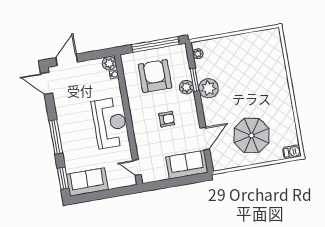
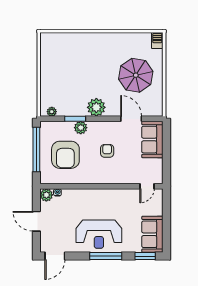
door: (67, 60) -> (36, 221), moved
armchair: (155, 76) -> (65, 155), turned -90
plant: (209, 88) -> (96, 107), moved
reception desk: (110, 123) -> (99, 234), moved, turned 180

